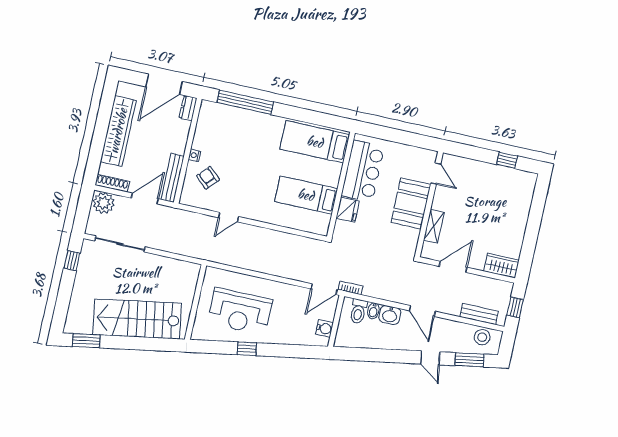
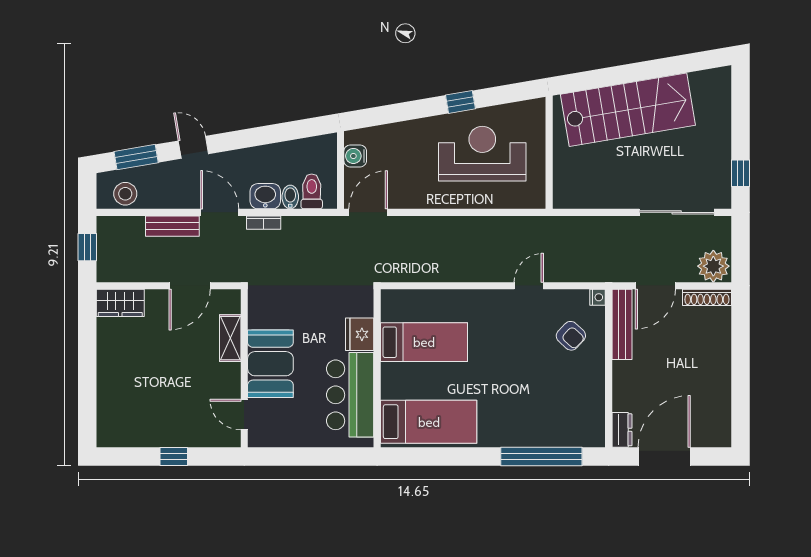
wardrobe: (118, 131) -> (715, 375), removed
nightstand: (194, 155) -> (598, 297), moved
window: (507, 160) -> (174, 456), moved
bookcase: (351, 288) -> (264, 223), moved
bench: (479, 314) -> (172, 226), moved
window: (86, 341) -> (694, 62), removed

